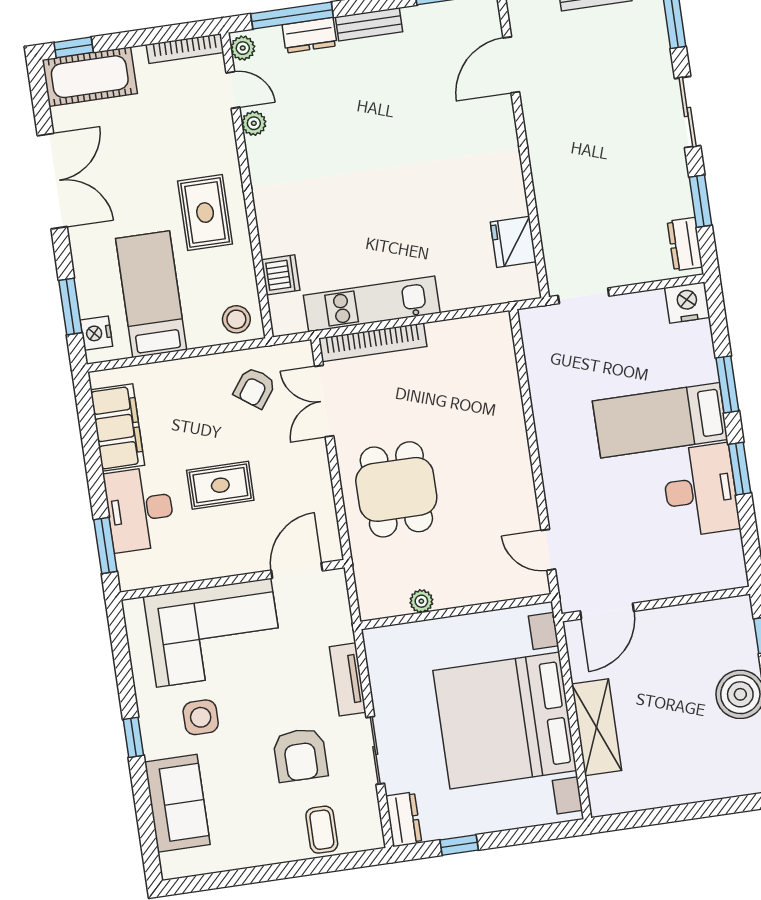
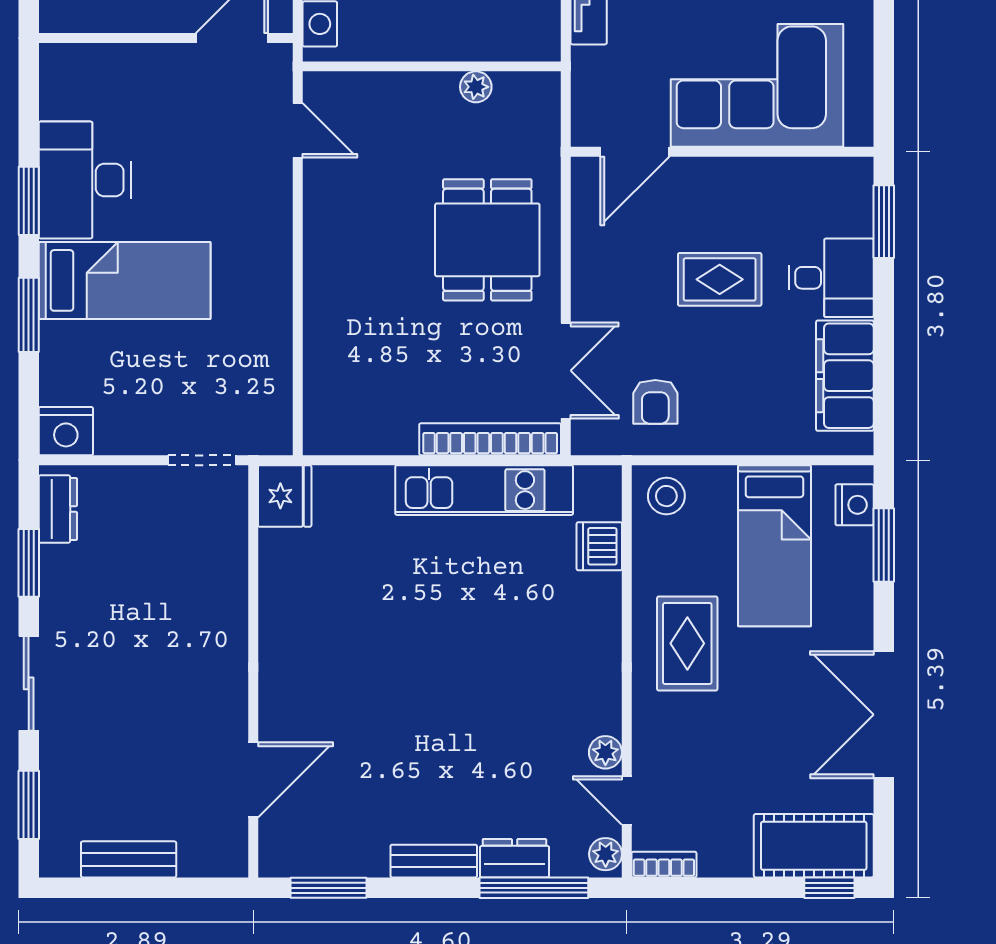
bookcase: (185, 49) -> (664, 865), width x0.64
fridge: (513, 242) -> (285, 496), moved
armchair: (255, 388) -> (655, 402), turned 144
desk: (140, 509) -> (831, 278), width x0.73

